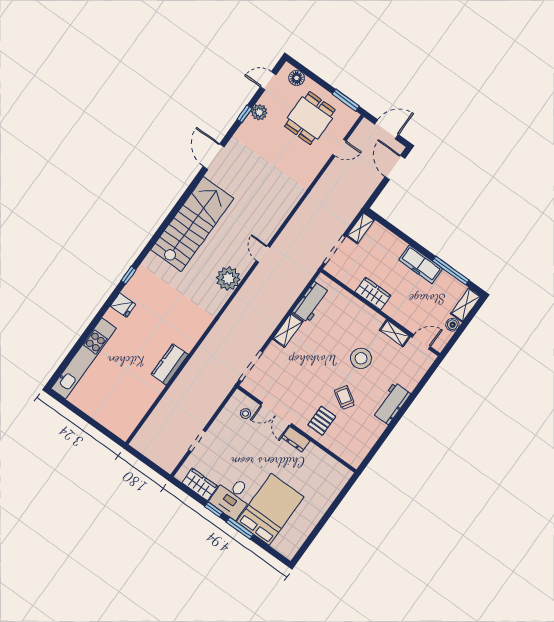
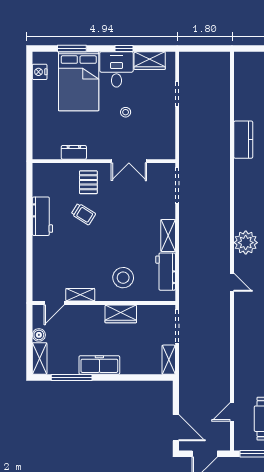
stool: (361, 358) -> (123, 278), moved
workbench: (391, 403) -> (42, 216), moved
stool: (246, 414) -> (126, 112), moved
double door: (276, 414) -> (129, 161), swing flipped
dresser: (296, 439) -> (74, 152), moved
window: (240, 528) -> (72, 49), moved
nightstand: (297, 540) -> (40, 72), added

